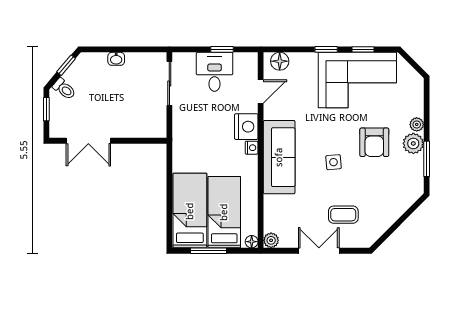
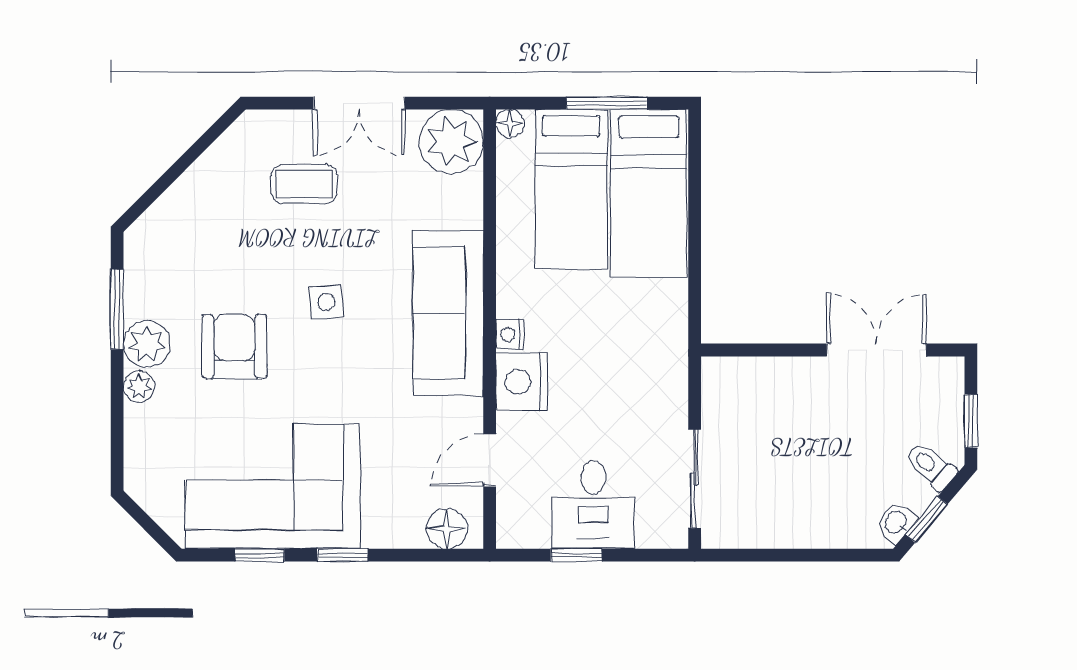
washbasin: (116, 59) -> (896, 523), moved, turned -50
plant: (271, 240) -> (451, 141), width x1.88, depth x1.88

